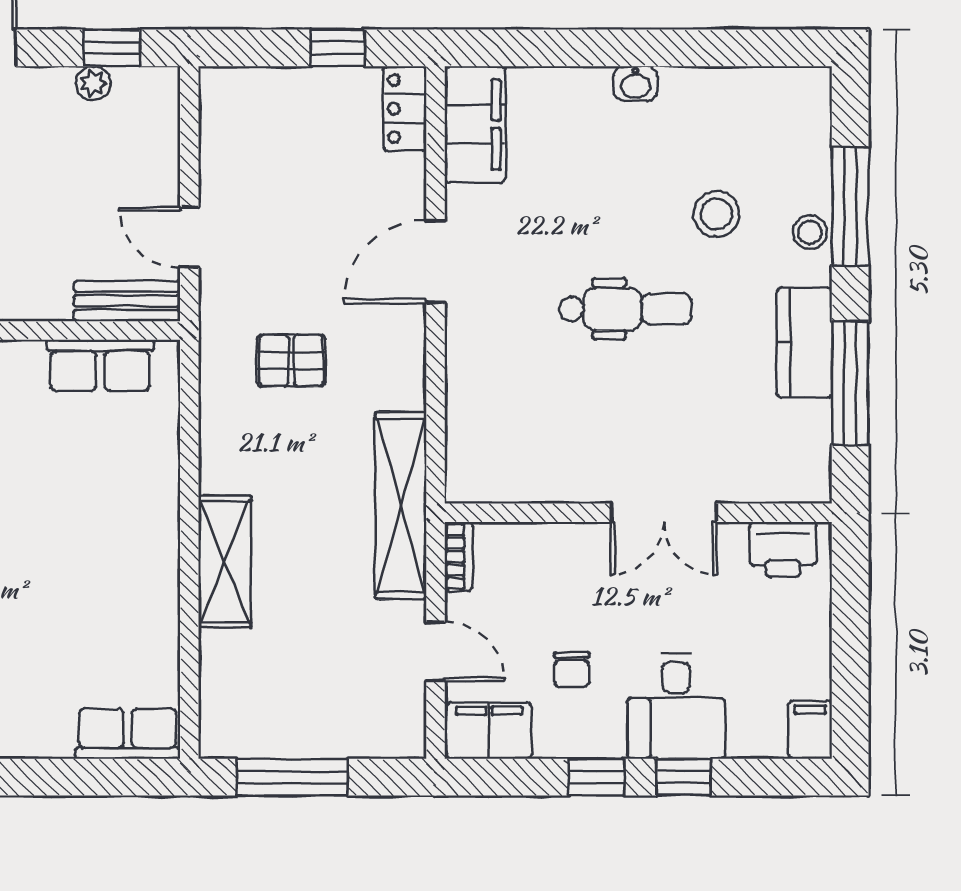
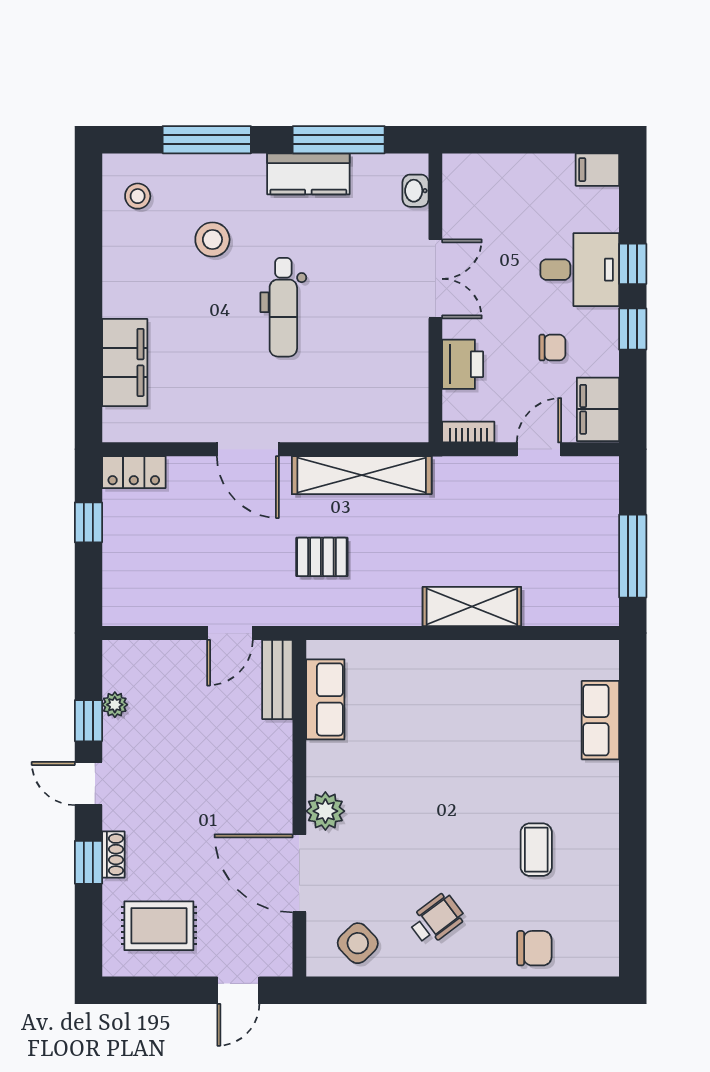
window: (112, 48) -> (88, 721), moved
washbasin: (635, 84) -> (416, 191), moved, turned 180
filing cabinet: (475, 124) -> (125, 362), moved, turned 90
stool: (810, 232) -> (138, 196), moved
dental chair: (626, 309) -> (283, 307), turned 180
pallet: (291, 361) -> (322, 557), turned 90
shelving: (401, 506) -> (362, 475), moved
printer: (783, 549) -> (463, 364), moved
row of seats: (128, 734) -> (600, 720), moved

